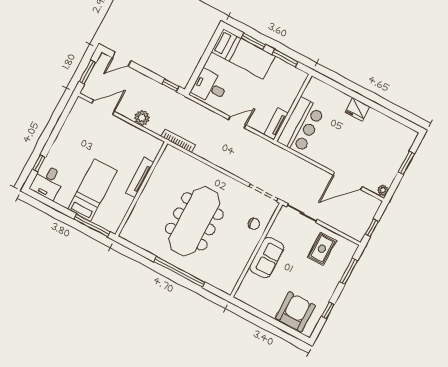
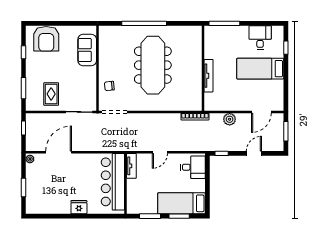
door: (122, 59) -> (254, 153), moved
bar counter: (301, 126) -> (113, 182), width x1.36
desk: (48, 182) -> (260, 37), moved
bed: (92, 190) -> (260, 69), moved, turned 90
sofa: (267, 258) -> (87, 50), moved

